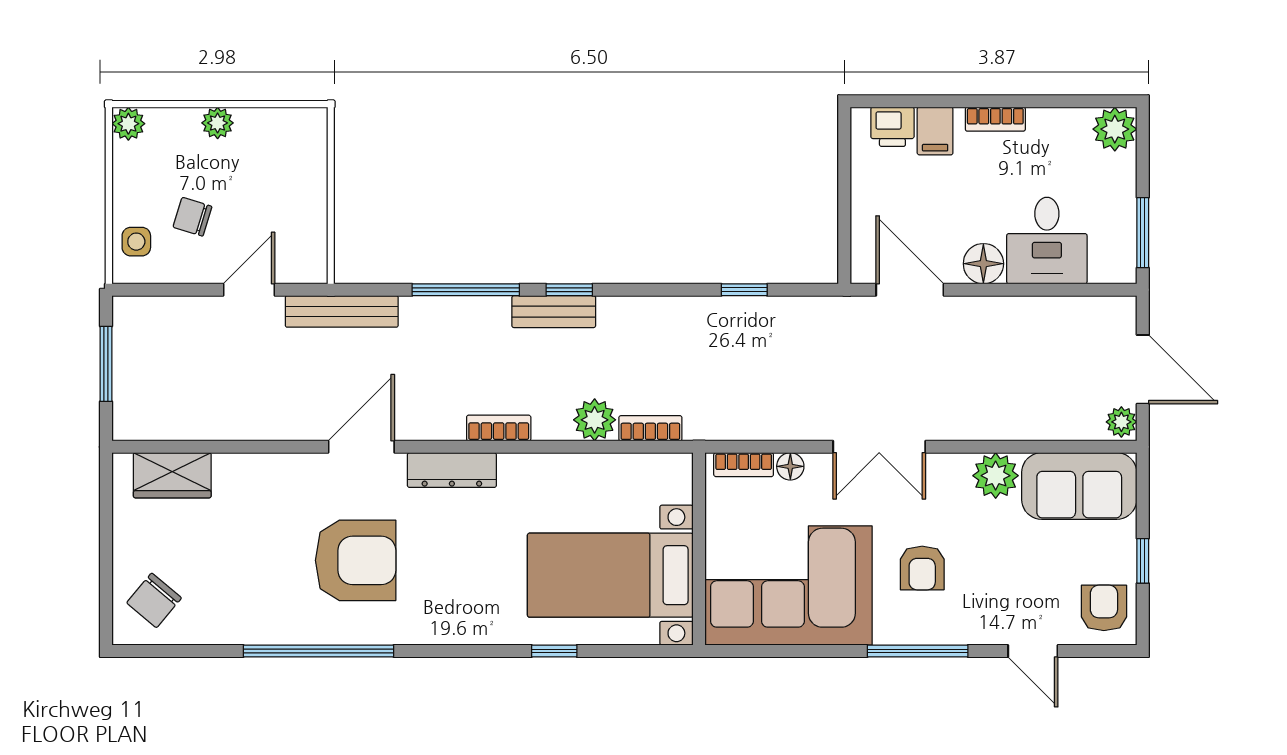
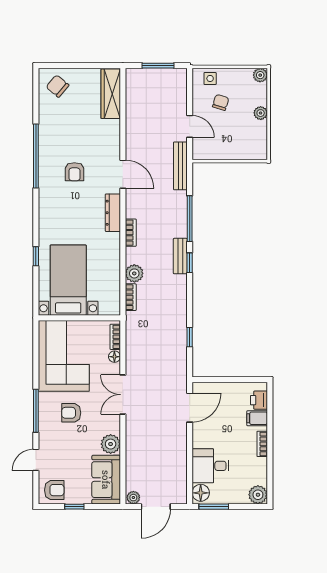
floor lamp: (983, 264) -> (201, 493), moved
wardrobe: (172, 475) -> (111, 94), width x1.50
armchair: (356, 560) -> (74, 172), width x0.53, depth x0.53

